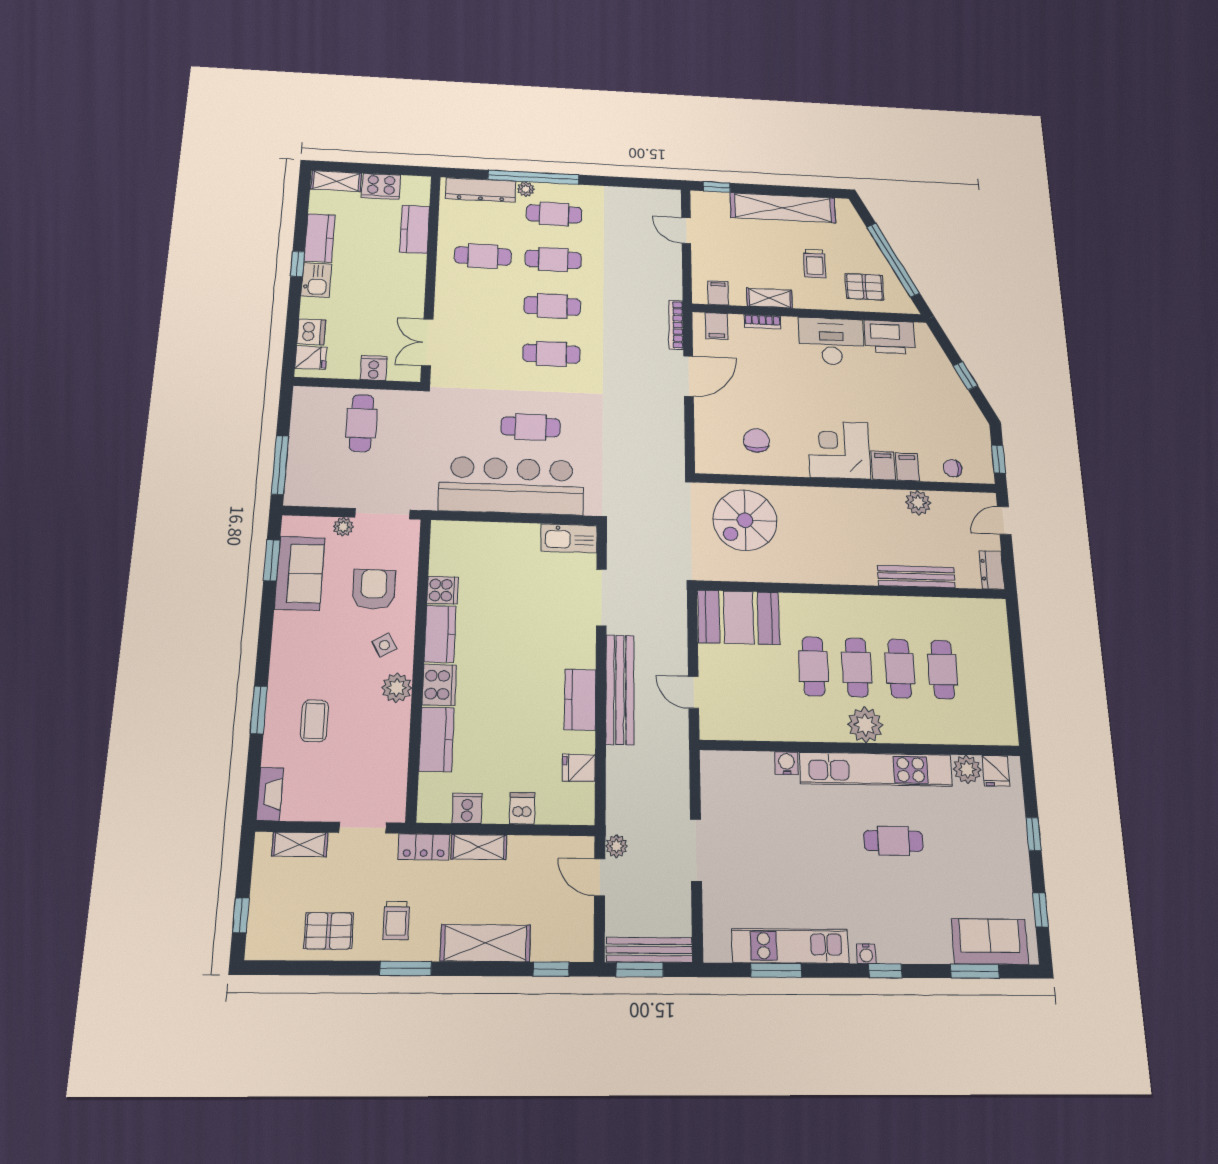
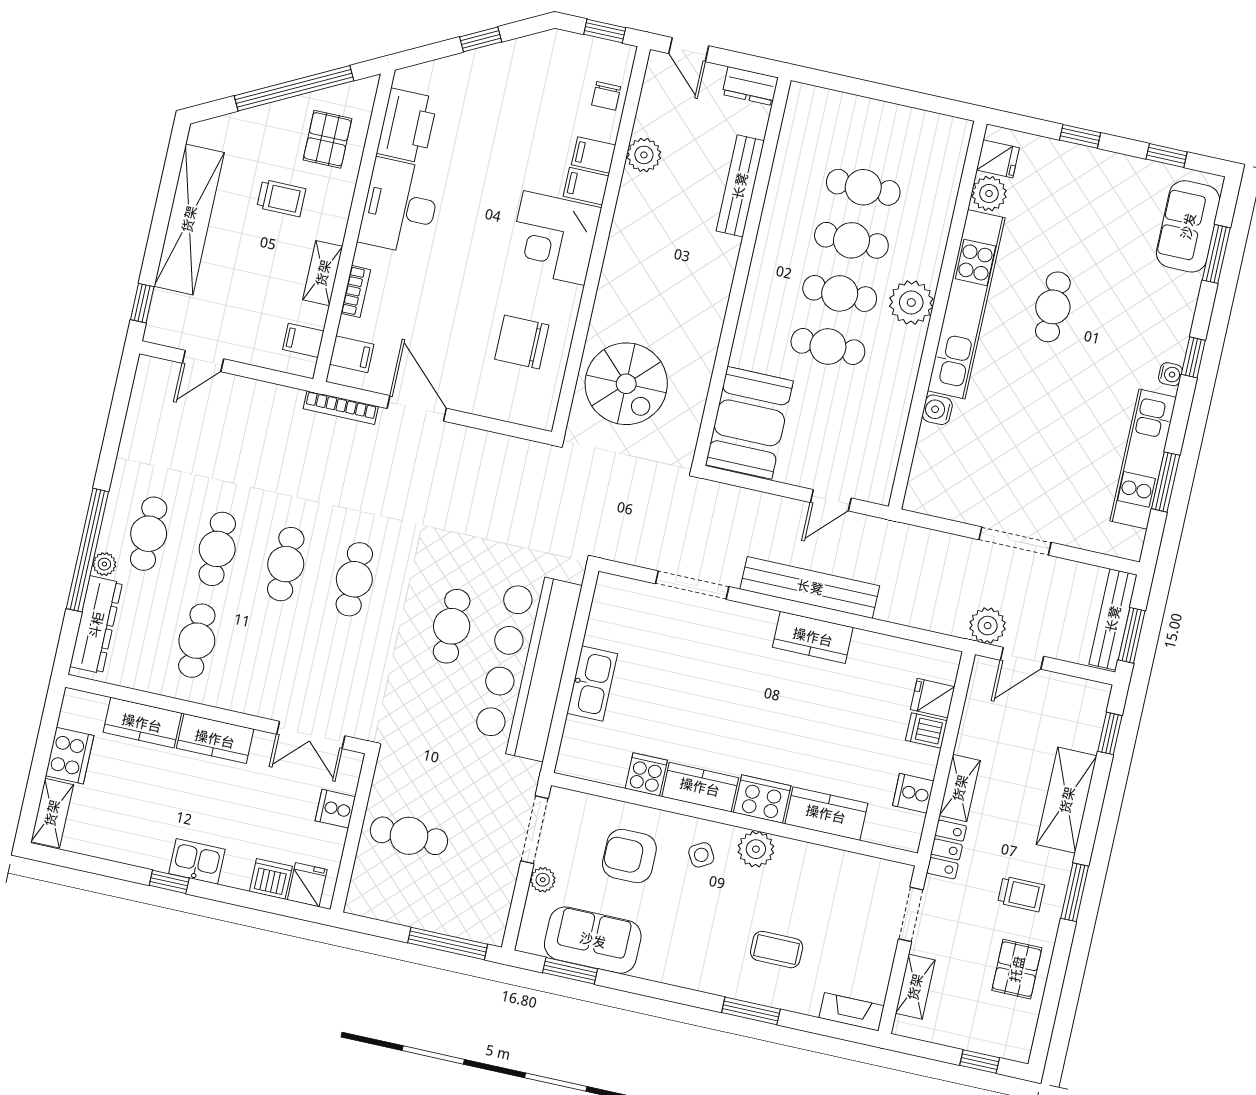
kitchen counter: (320, 238) -> (215, 739), moved, turned 180
chair: (756, 440) -> (522, 342), width x1.37, depth x1.37
kitchen sink: (569, 538) -> (592, 684), moved
fridge: (579, 768) -> (933, 698), moved, turned 90
plant: (616, 846) -> (988, 626), width x1.38, depth x1.38

